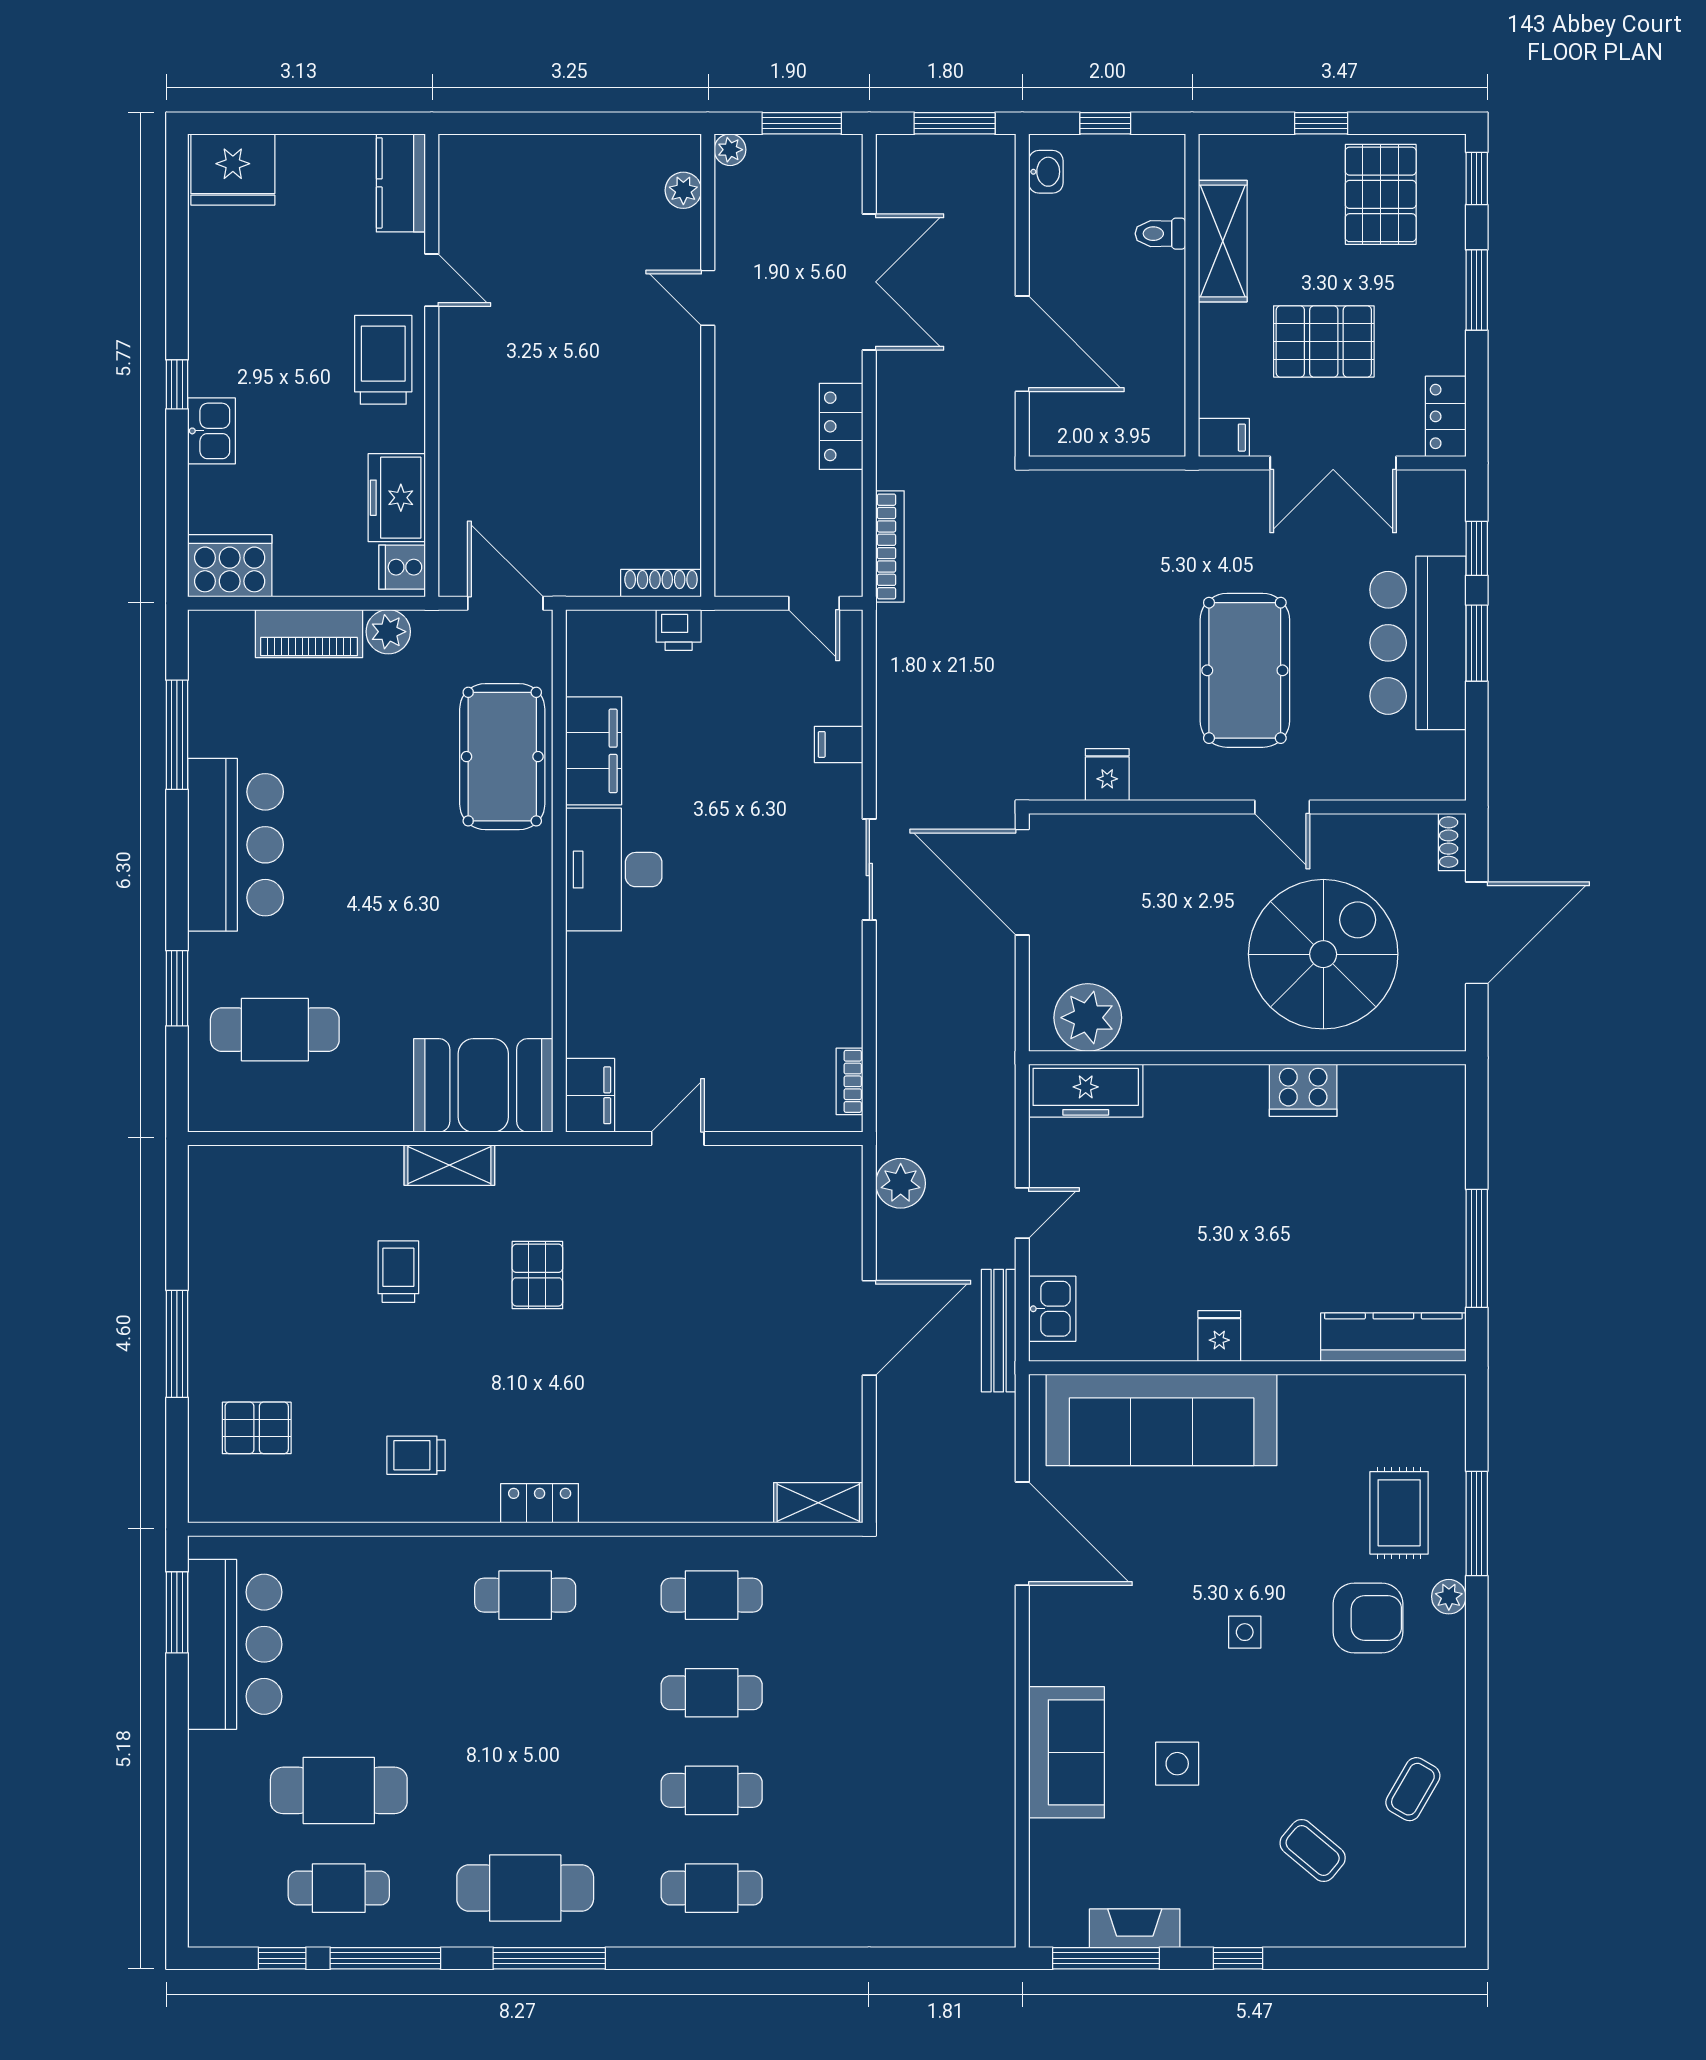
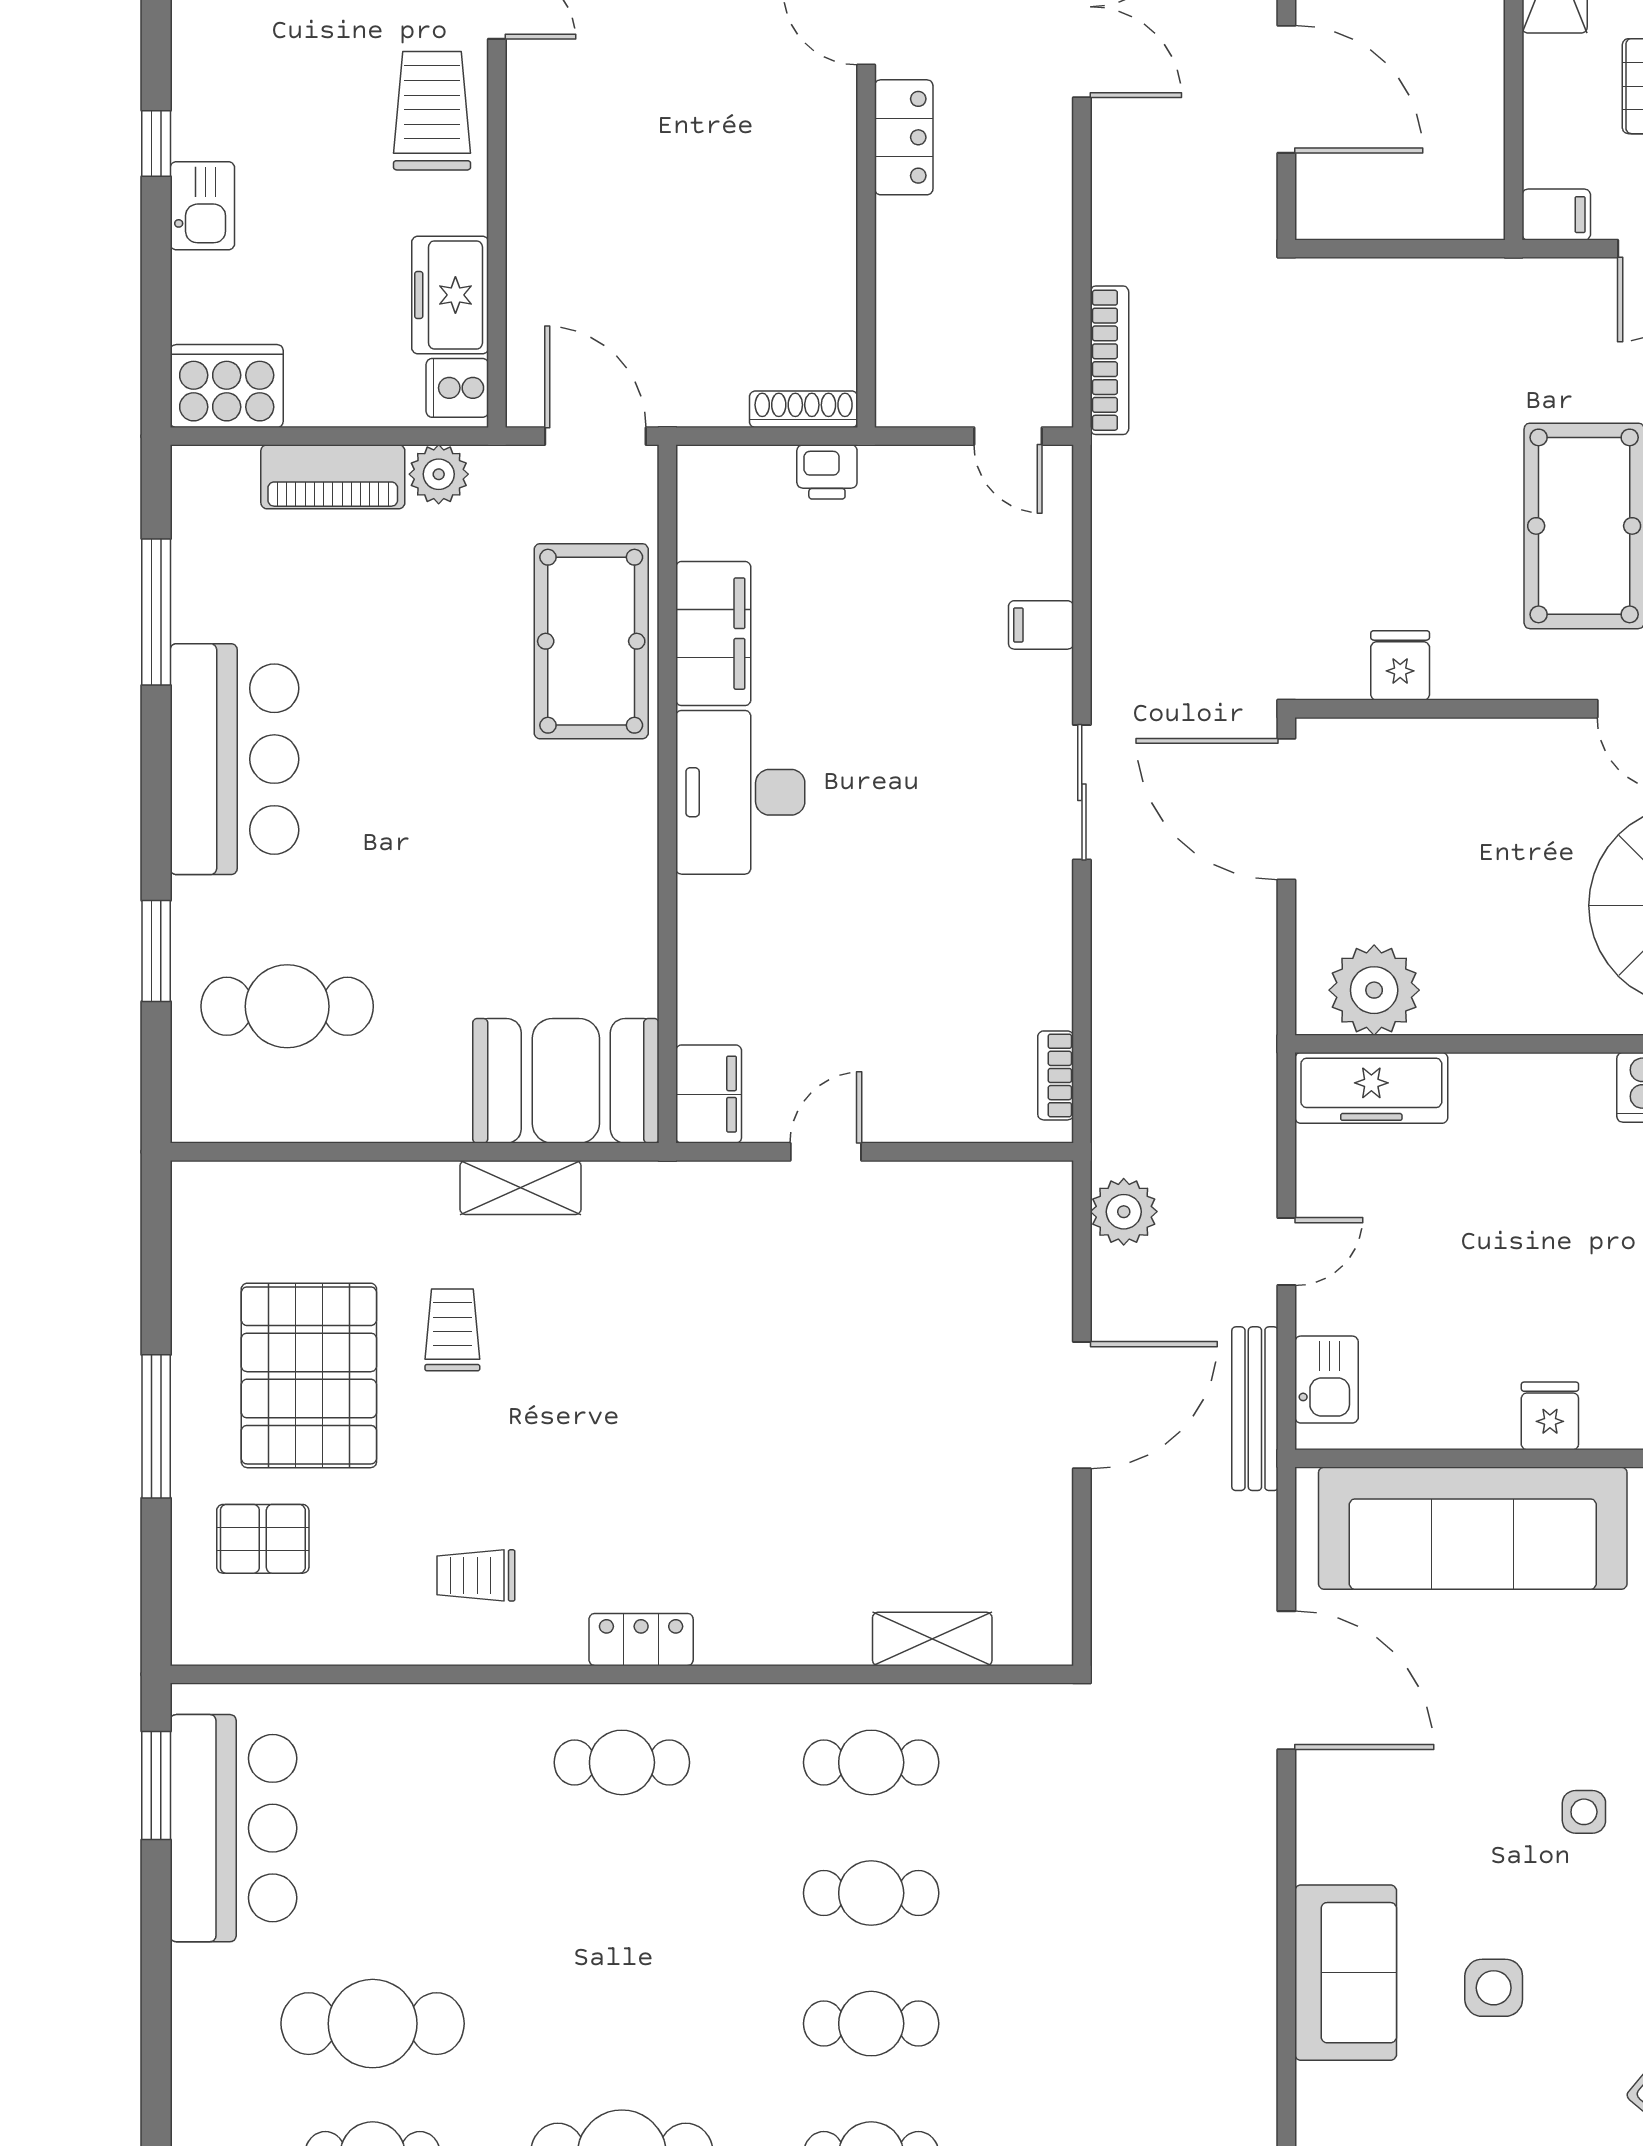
locker: (841, 426) -> (904, 137), moved, turned 180
pallet: (537, 1275) -> (309, 1375), moved, width x2.05, depth x2.00
shelving: (818, 1503) -> (932, 1639), moved

